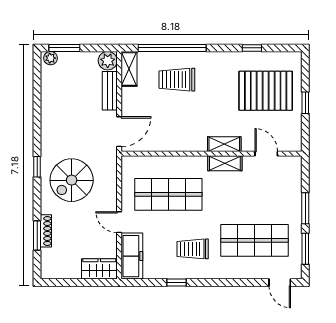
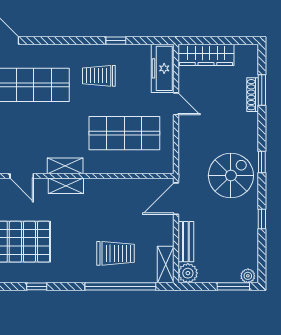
window: (37, 112) -> (262, 219), added
spiral stairs: (72, 180) -> (231, 176), moved
trolley: (193, 249) -> (99, 76), turned 180
wardrobe: (99, 269) -> (206, 55), width x1.50

